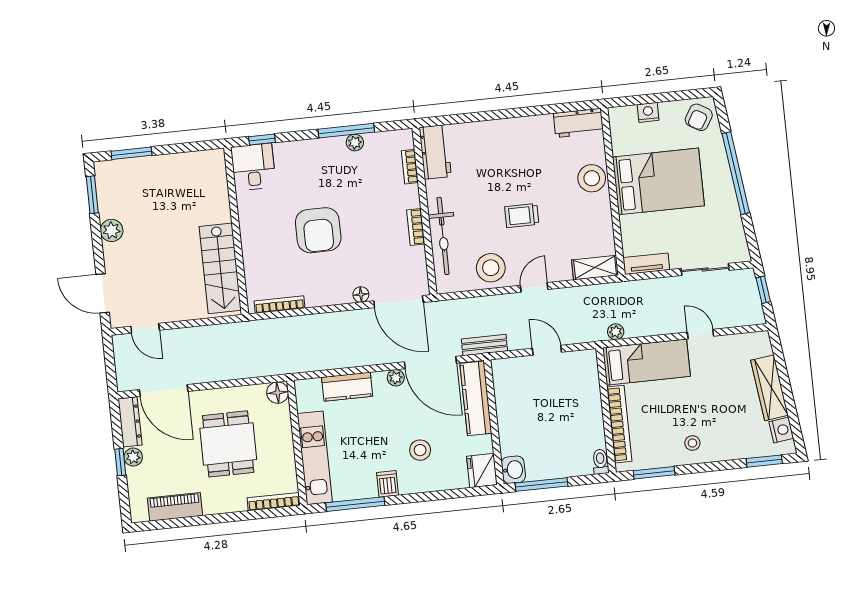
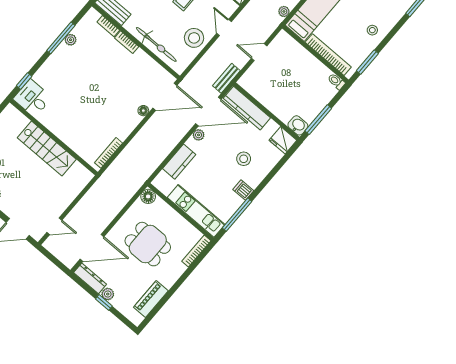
bookcase: (416, 227) -> (127, 42), moved
armchair: (318, 230) -> (93, 99), removed
stairs: (220, 268) -> (47, 149), moved

